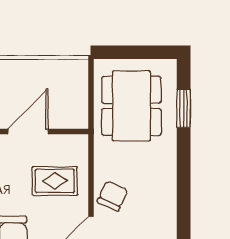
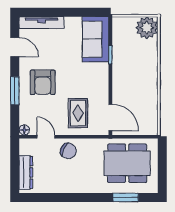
door: (28, 132) -> (110, 118), moved

